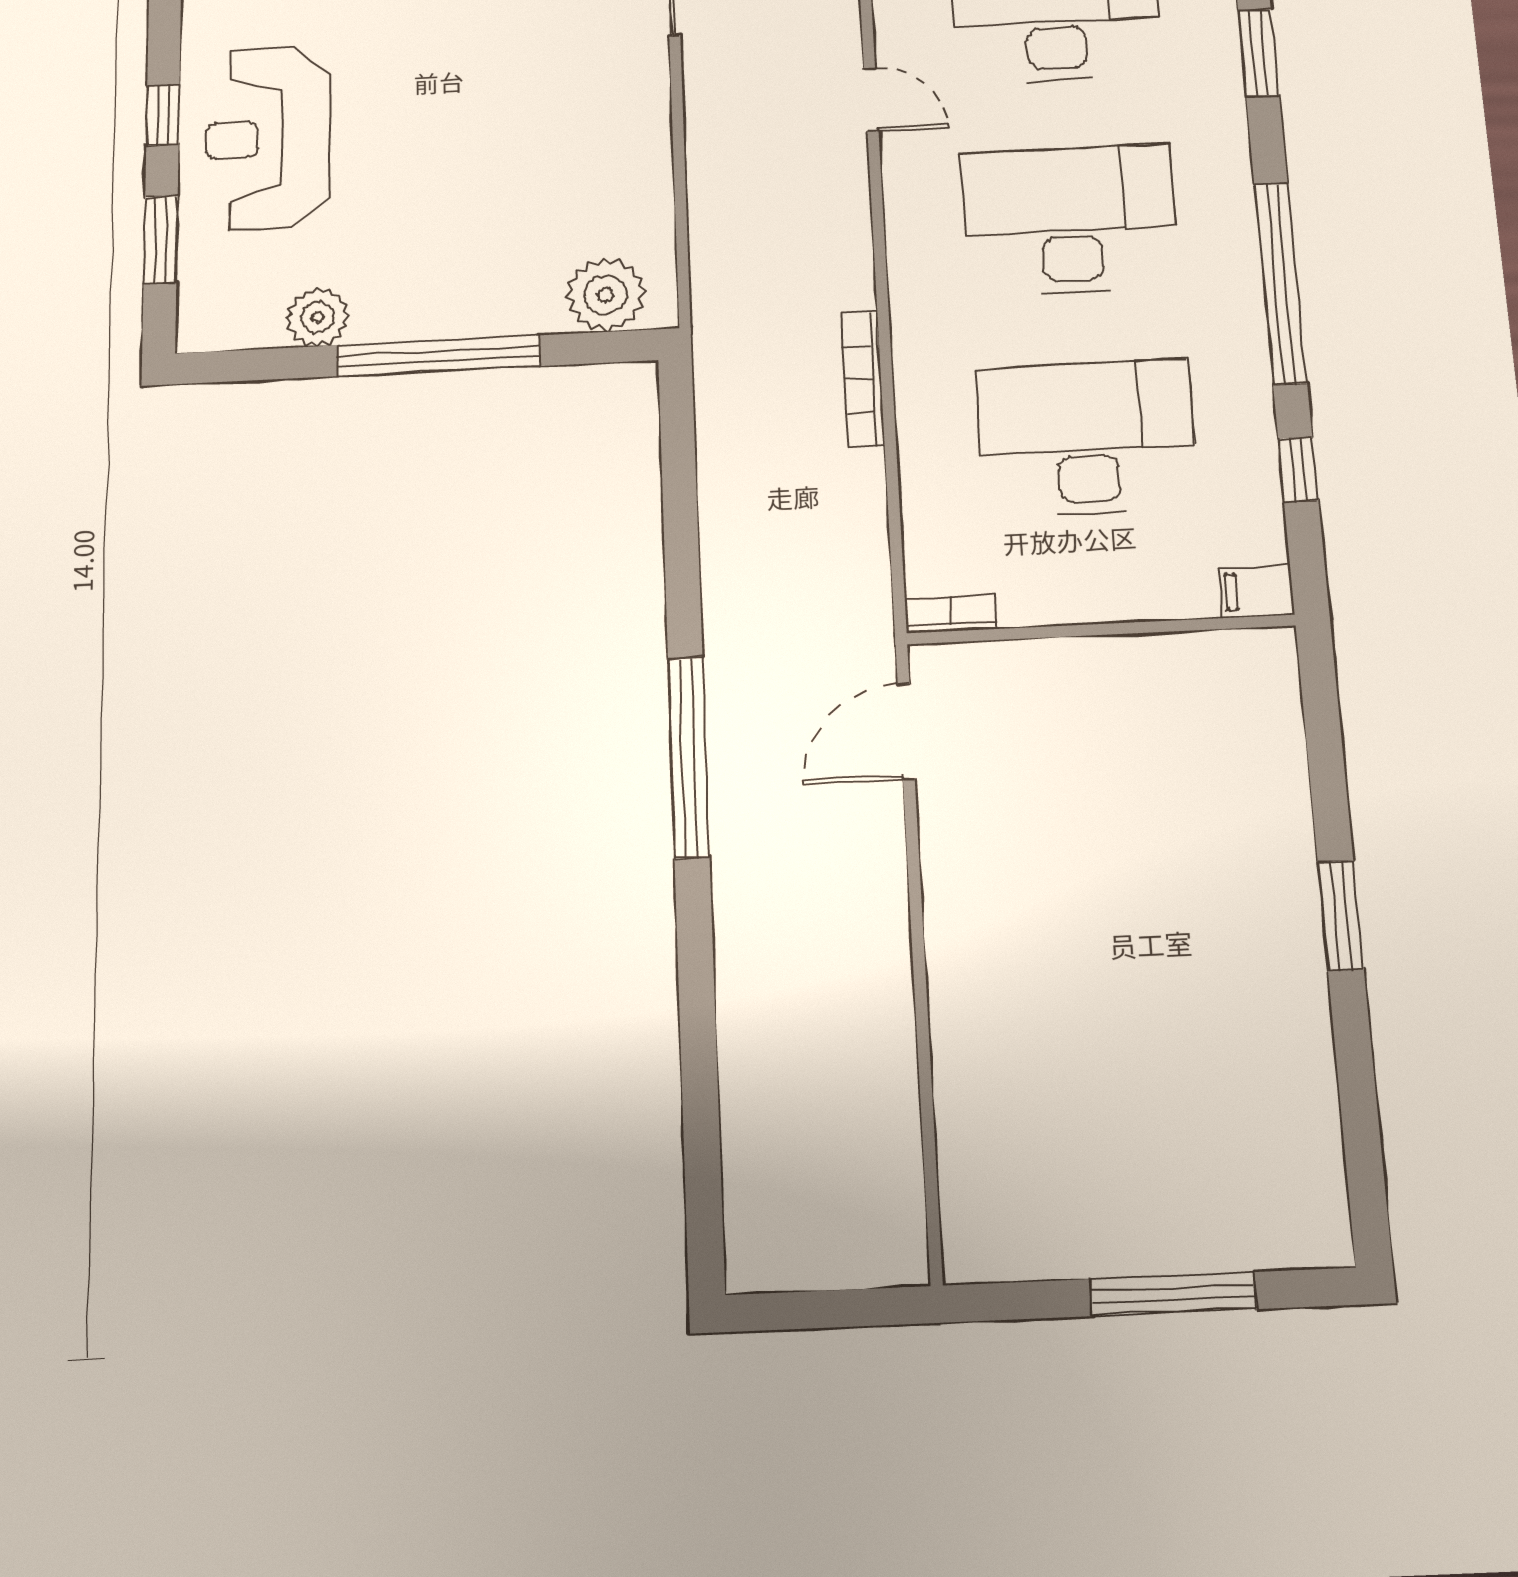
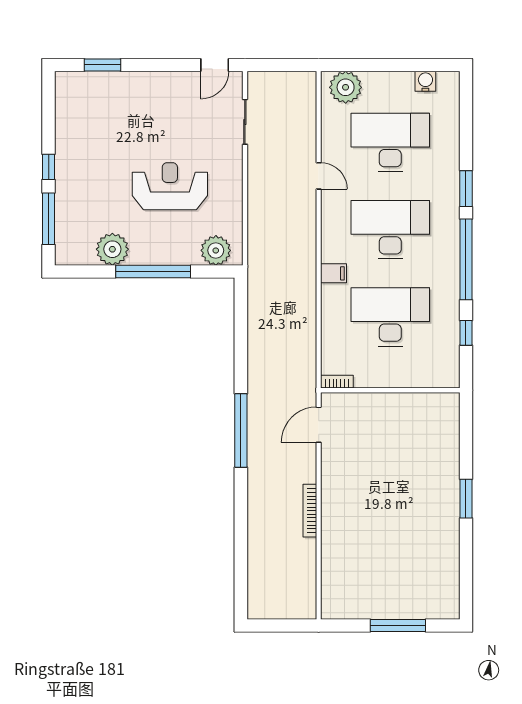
window: (1258, 53) -> (466, 189), moved
reception desk: (268, 138) -> (170, 186), moved, turned 90
window: (161, 240) -> (49, 219), width x1.44
plant: (318, 317) -> (112, 249), width x1.36, depth x1.36
bookcase: (863, 379) -> (310, 511), moved
filing cabinet: (1257, 591) -> (333, 273), moved, turned 180

